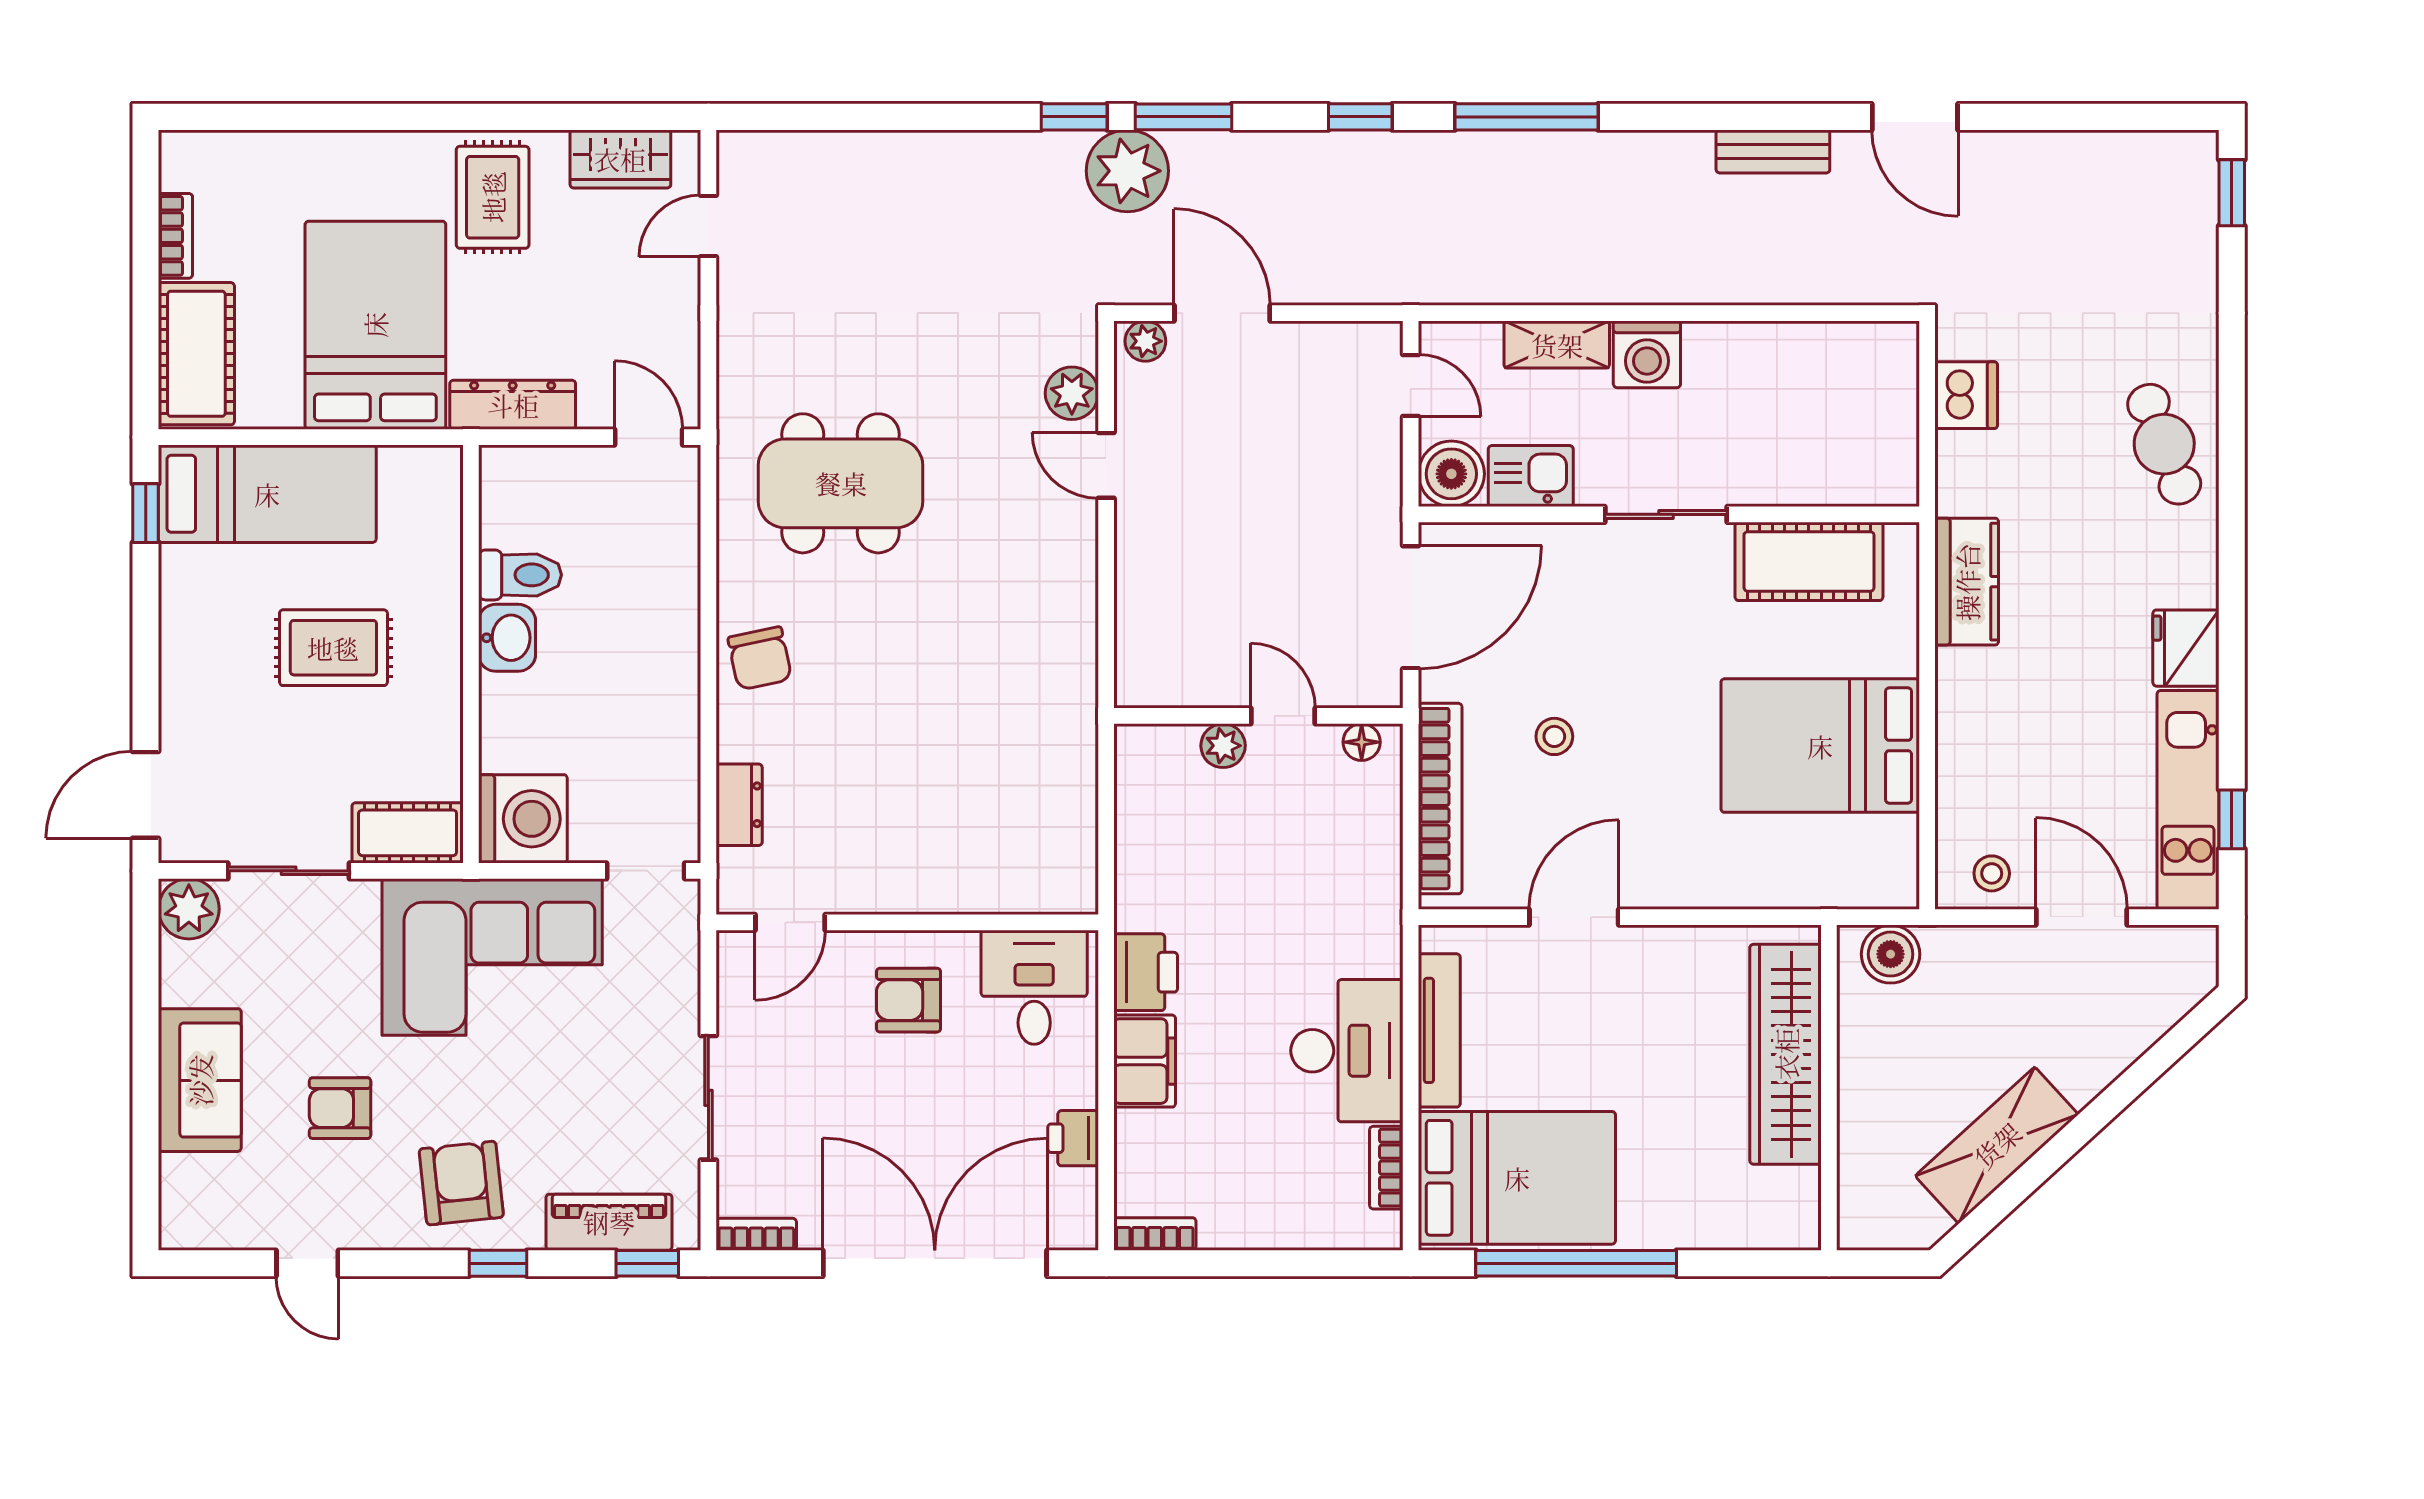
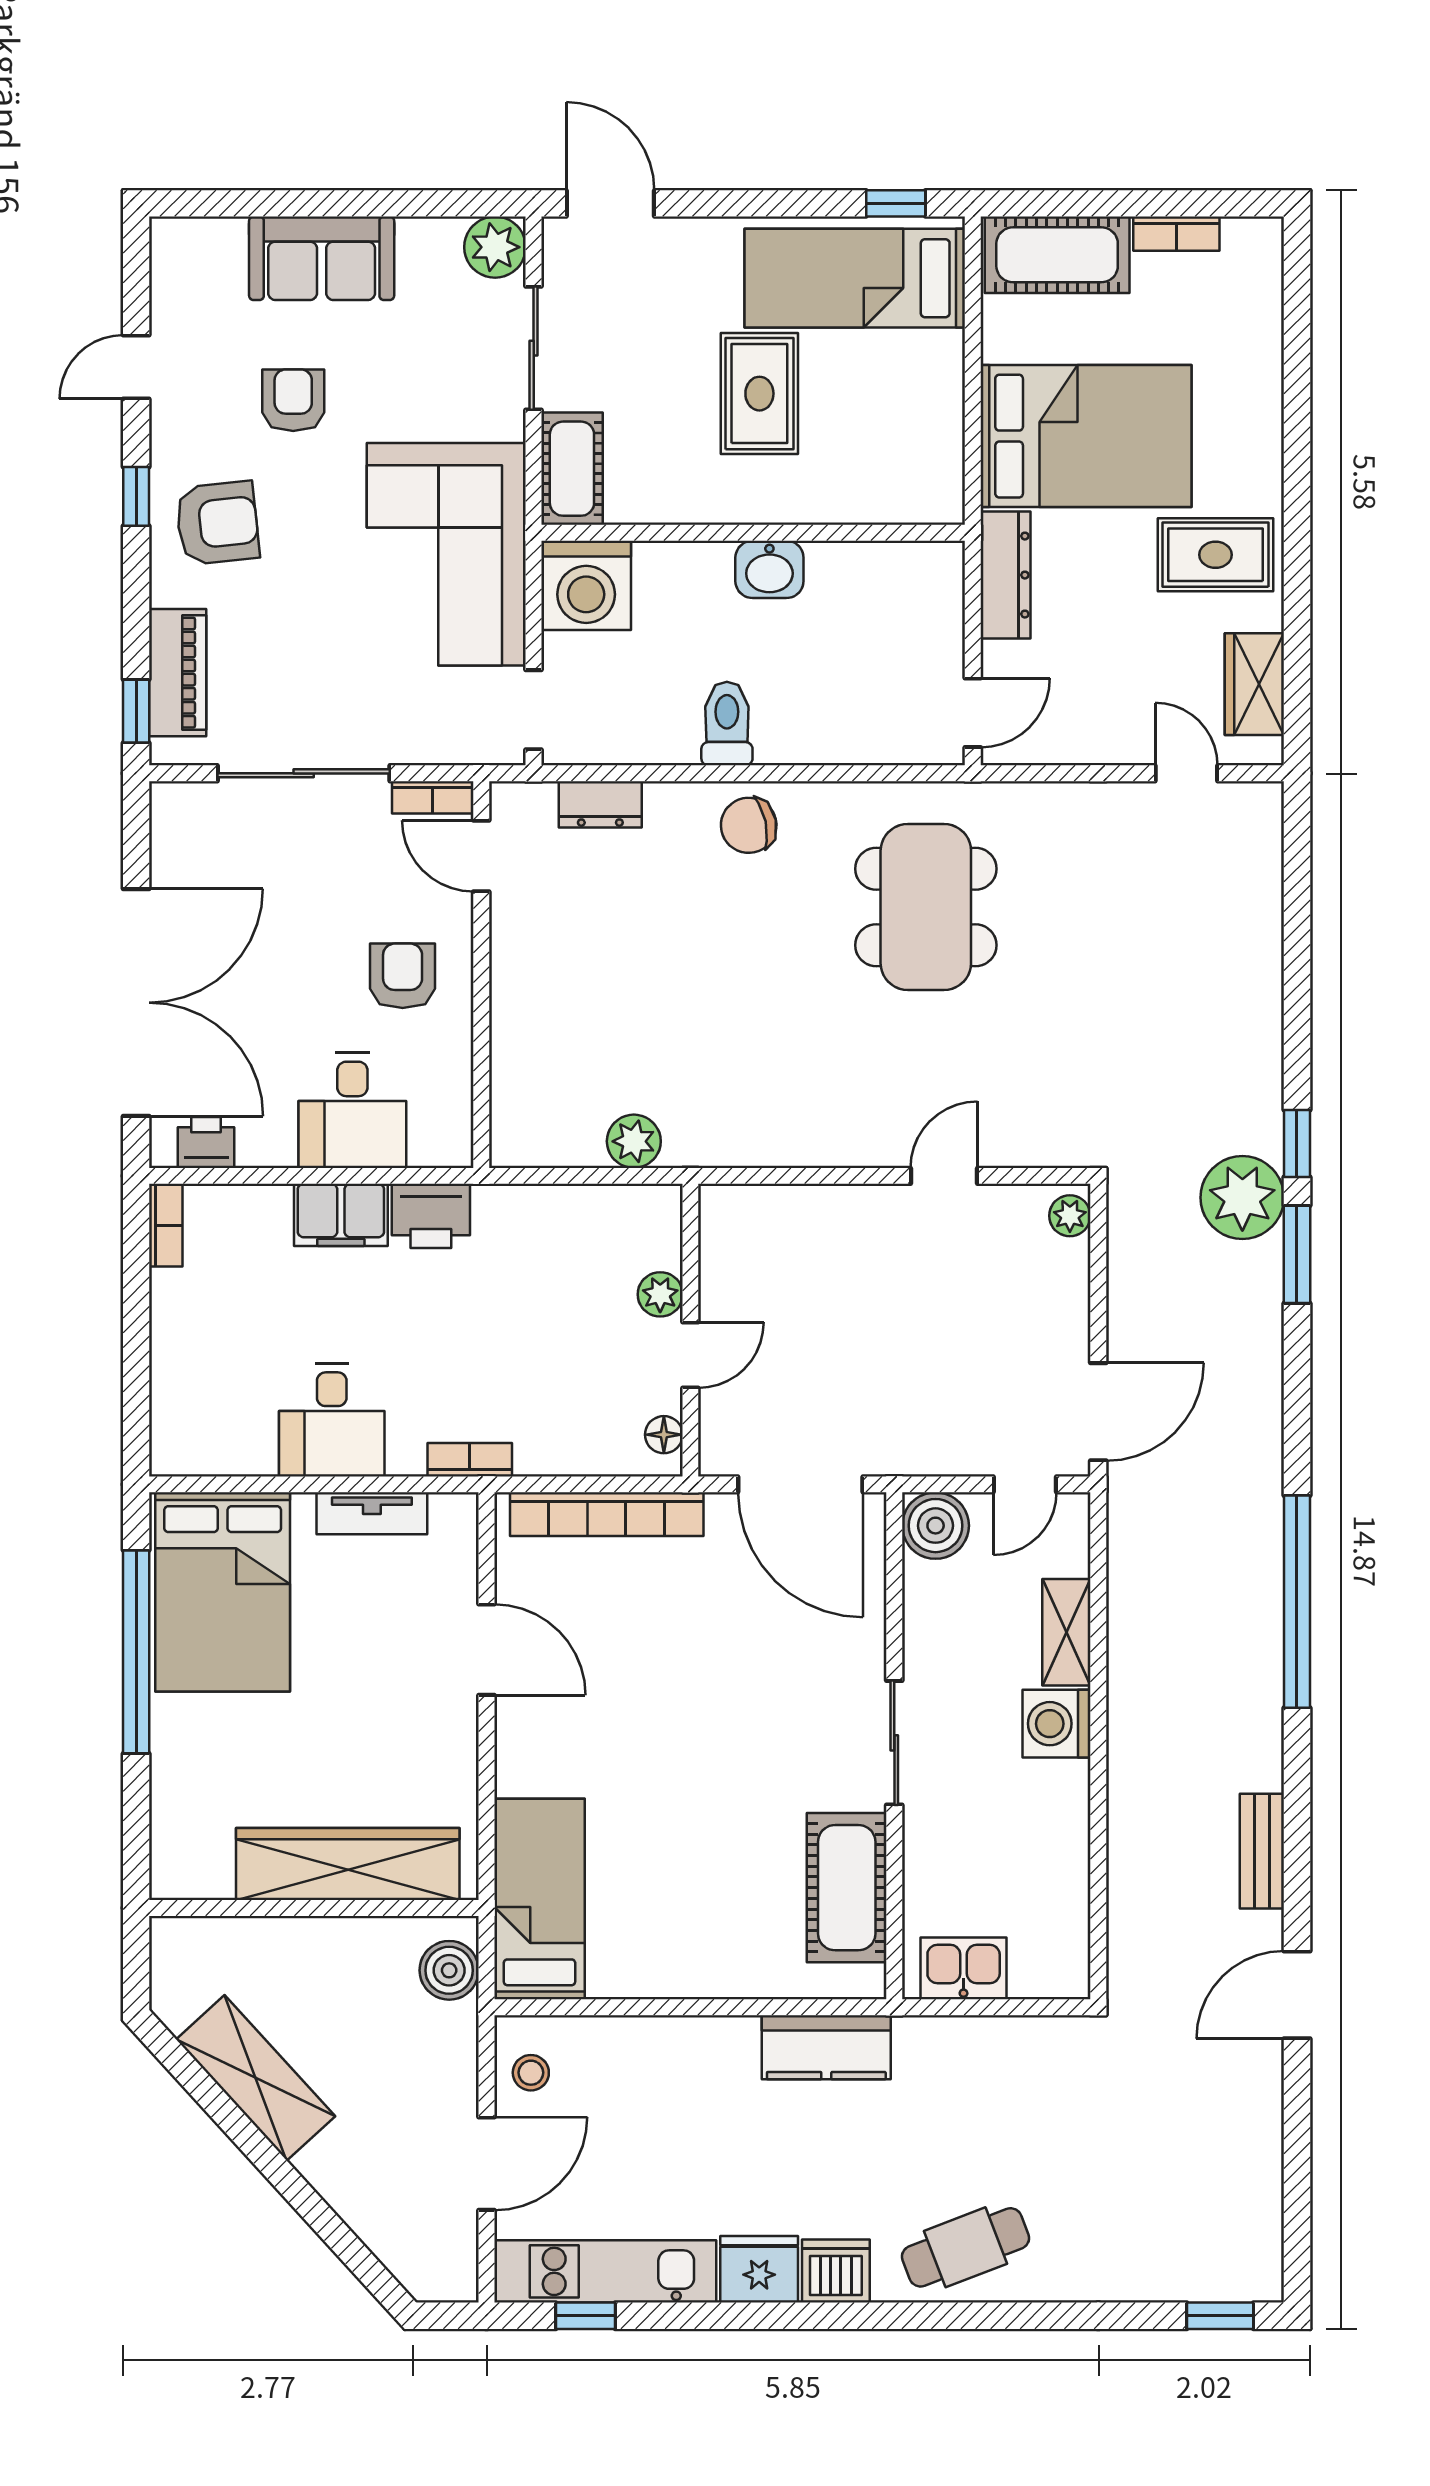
window: (1360, 117) -> (1297, 1433), removed
window: (1526, 117) -> (1297, 1602), width x1.46
door: (1222, 313) -> (1098, 1412), moved
plant: (1072, 393) -> (634, 1141), moved
dishwasher: (1966, 395) -> (836, 2271), moved, turned 180
kitchen sink: (1531, 476) -> (964, 1968), moved, turned -90
bed: (267, 494) -> (855, 278), moved, turned 90
toilet: (520, 575) -> (727, 724), moved, turned 180
stool: (1554, 736) -> (670, 1630), removed
bed: (1820, 746) -> (539, 1899), moved, width x0.67
desk: (1034, 987) -> (352, 1110), moved, turned 90
tv unit: (1439, 1030) -> (372, 1513), width x0.71
desk: (1347, 1051) -> (332, 1420), width x0.73
sliding door: (708, 1098) -> (304, 773), width x1.37
printer: (1073, 1138) -> (206, 1142), moved
bookcase: (1386, 1168) -> (470, 1460), moved
bookcase: (756, 1234) -> (433, 797), moved, turned 90
window: (498, 1263) -> (136, 496), moved

